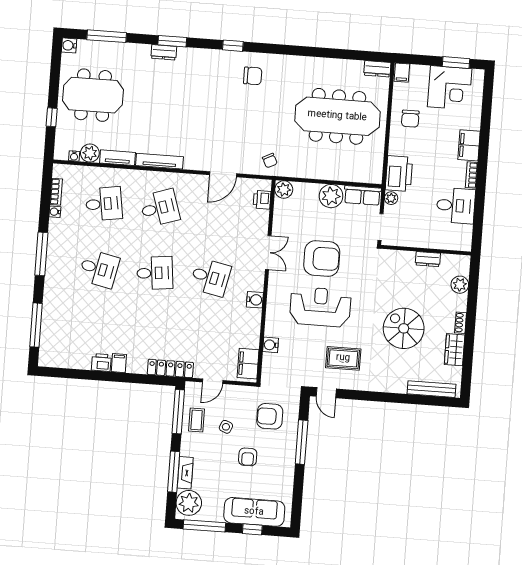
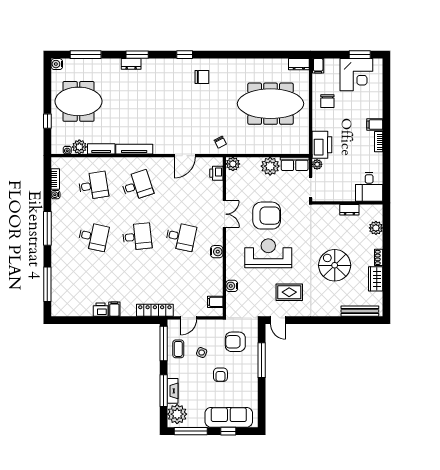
filing cabinet: (469, 145) -> (375, 125), width x0.50
desk: (456, 206) -> (369, 187), moved, turned 90
filing cabinet: (248, 364) -> (215, 302), width x0.50

